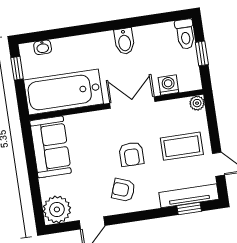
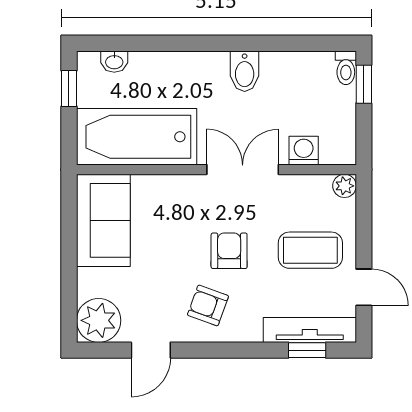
toilet: (185, 34) -> (346, 68), width x0.73, depth x0.72
window: (202, 53) -> (364, 84), moved
armchair: (131, 154) -> (229, 251), turned 180

